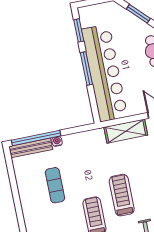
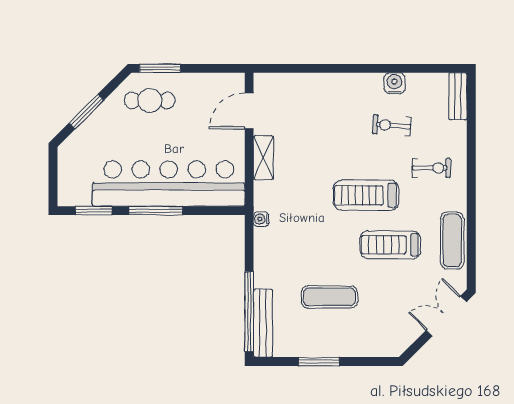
shelving: (126, 131) -> (263, 158), width x0.67, depth x0.75
water cooler: (57, 141) -> (261, 219), moved
window: (14, 187) -> (319, 362), added

